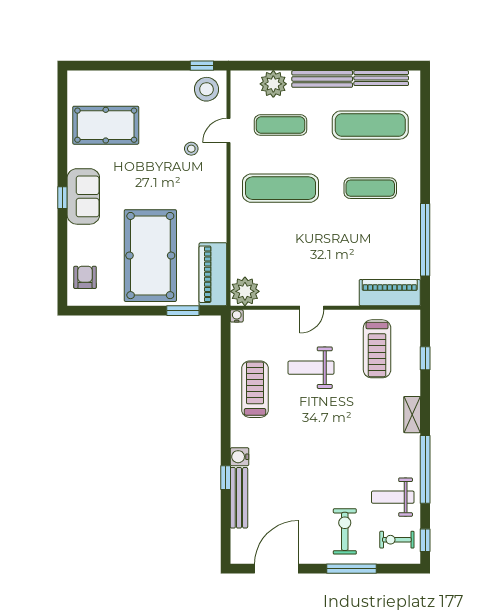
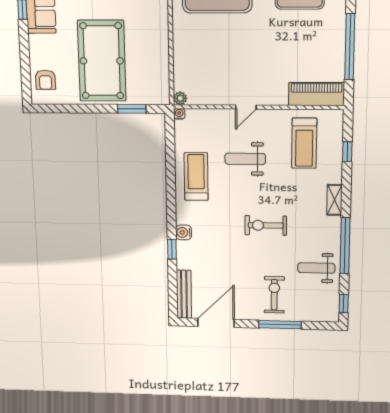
piano: (213, 274) -> (157, 77), removed
armchair: (85, 277) -> (45, 80), turned 180
plant: (245, 291) -> (180, 98), width x0.53, depth x0.53
bench: (239, 498) -> (184, 294), moved
exercise bike: (397, 540) -> (266, 225), moved, width x1.38, depth x1.39

